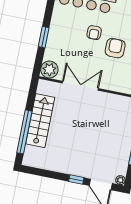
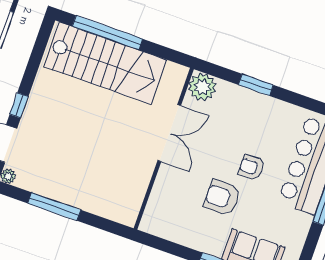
armchair: (115, 48) -> (222, 198), turned 180
stairs: (40, 121) -> (105, 63), width x1.36, depth x1.51

